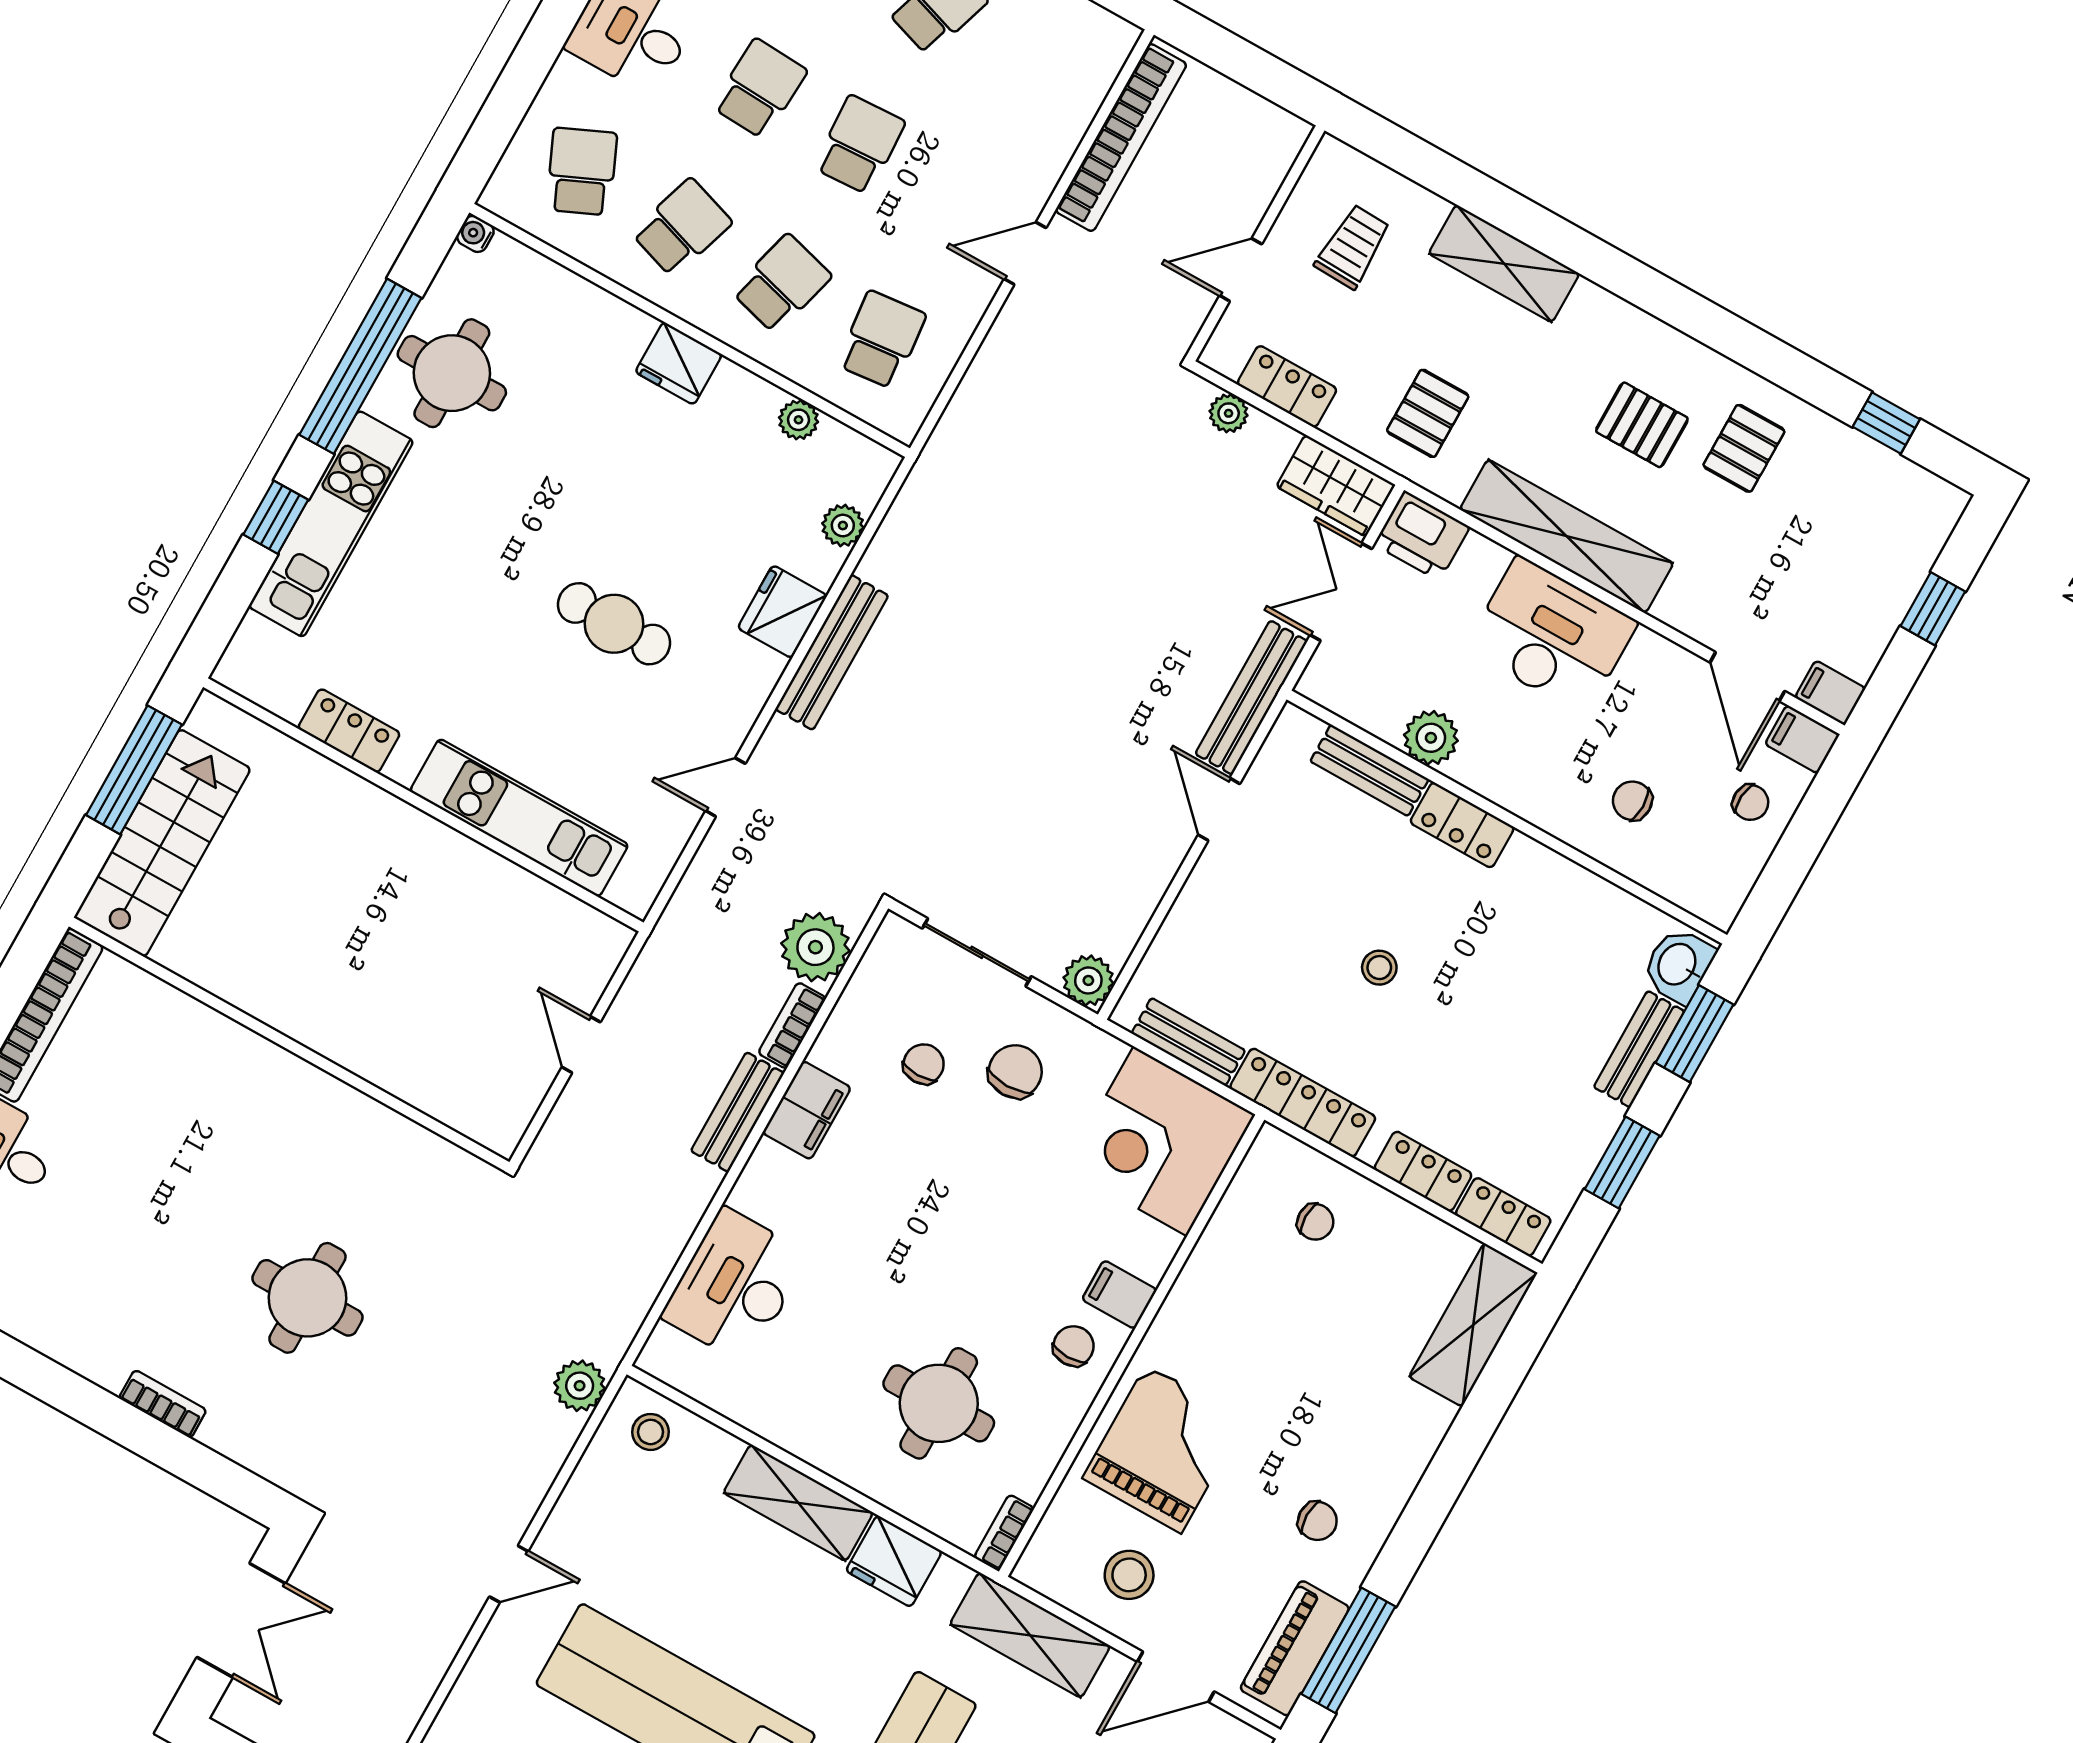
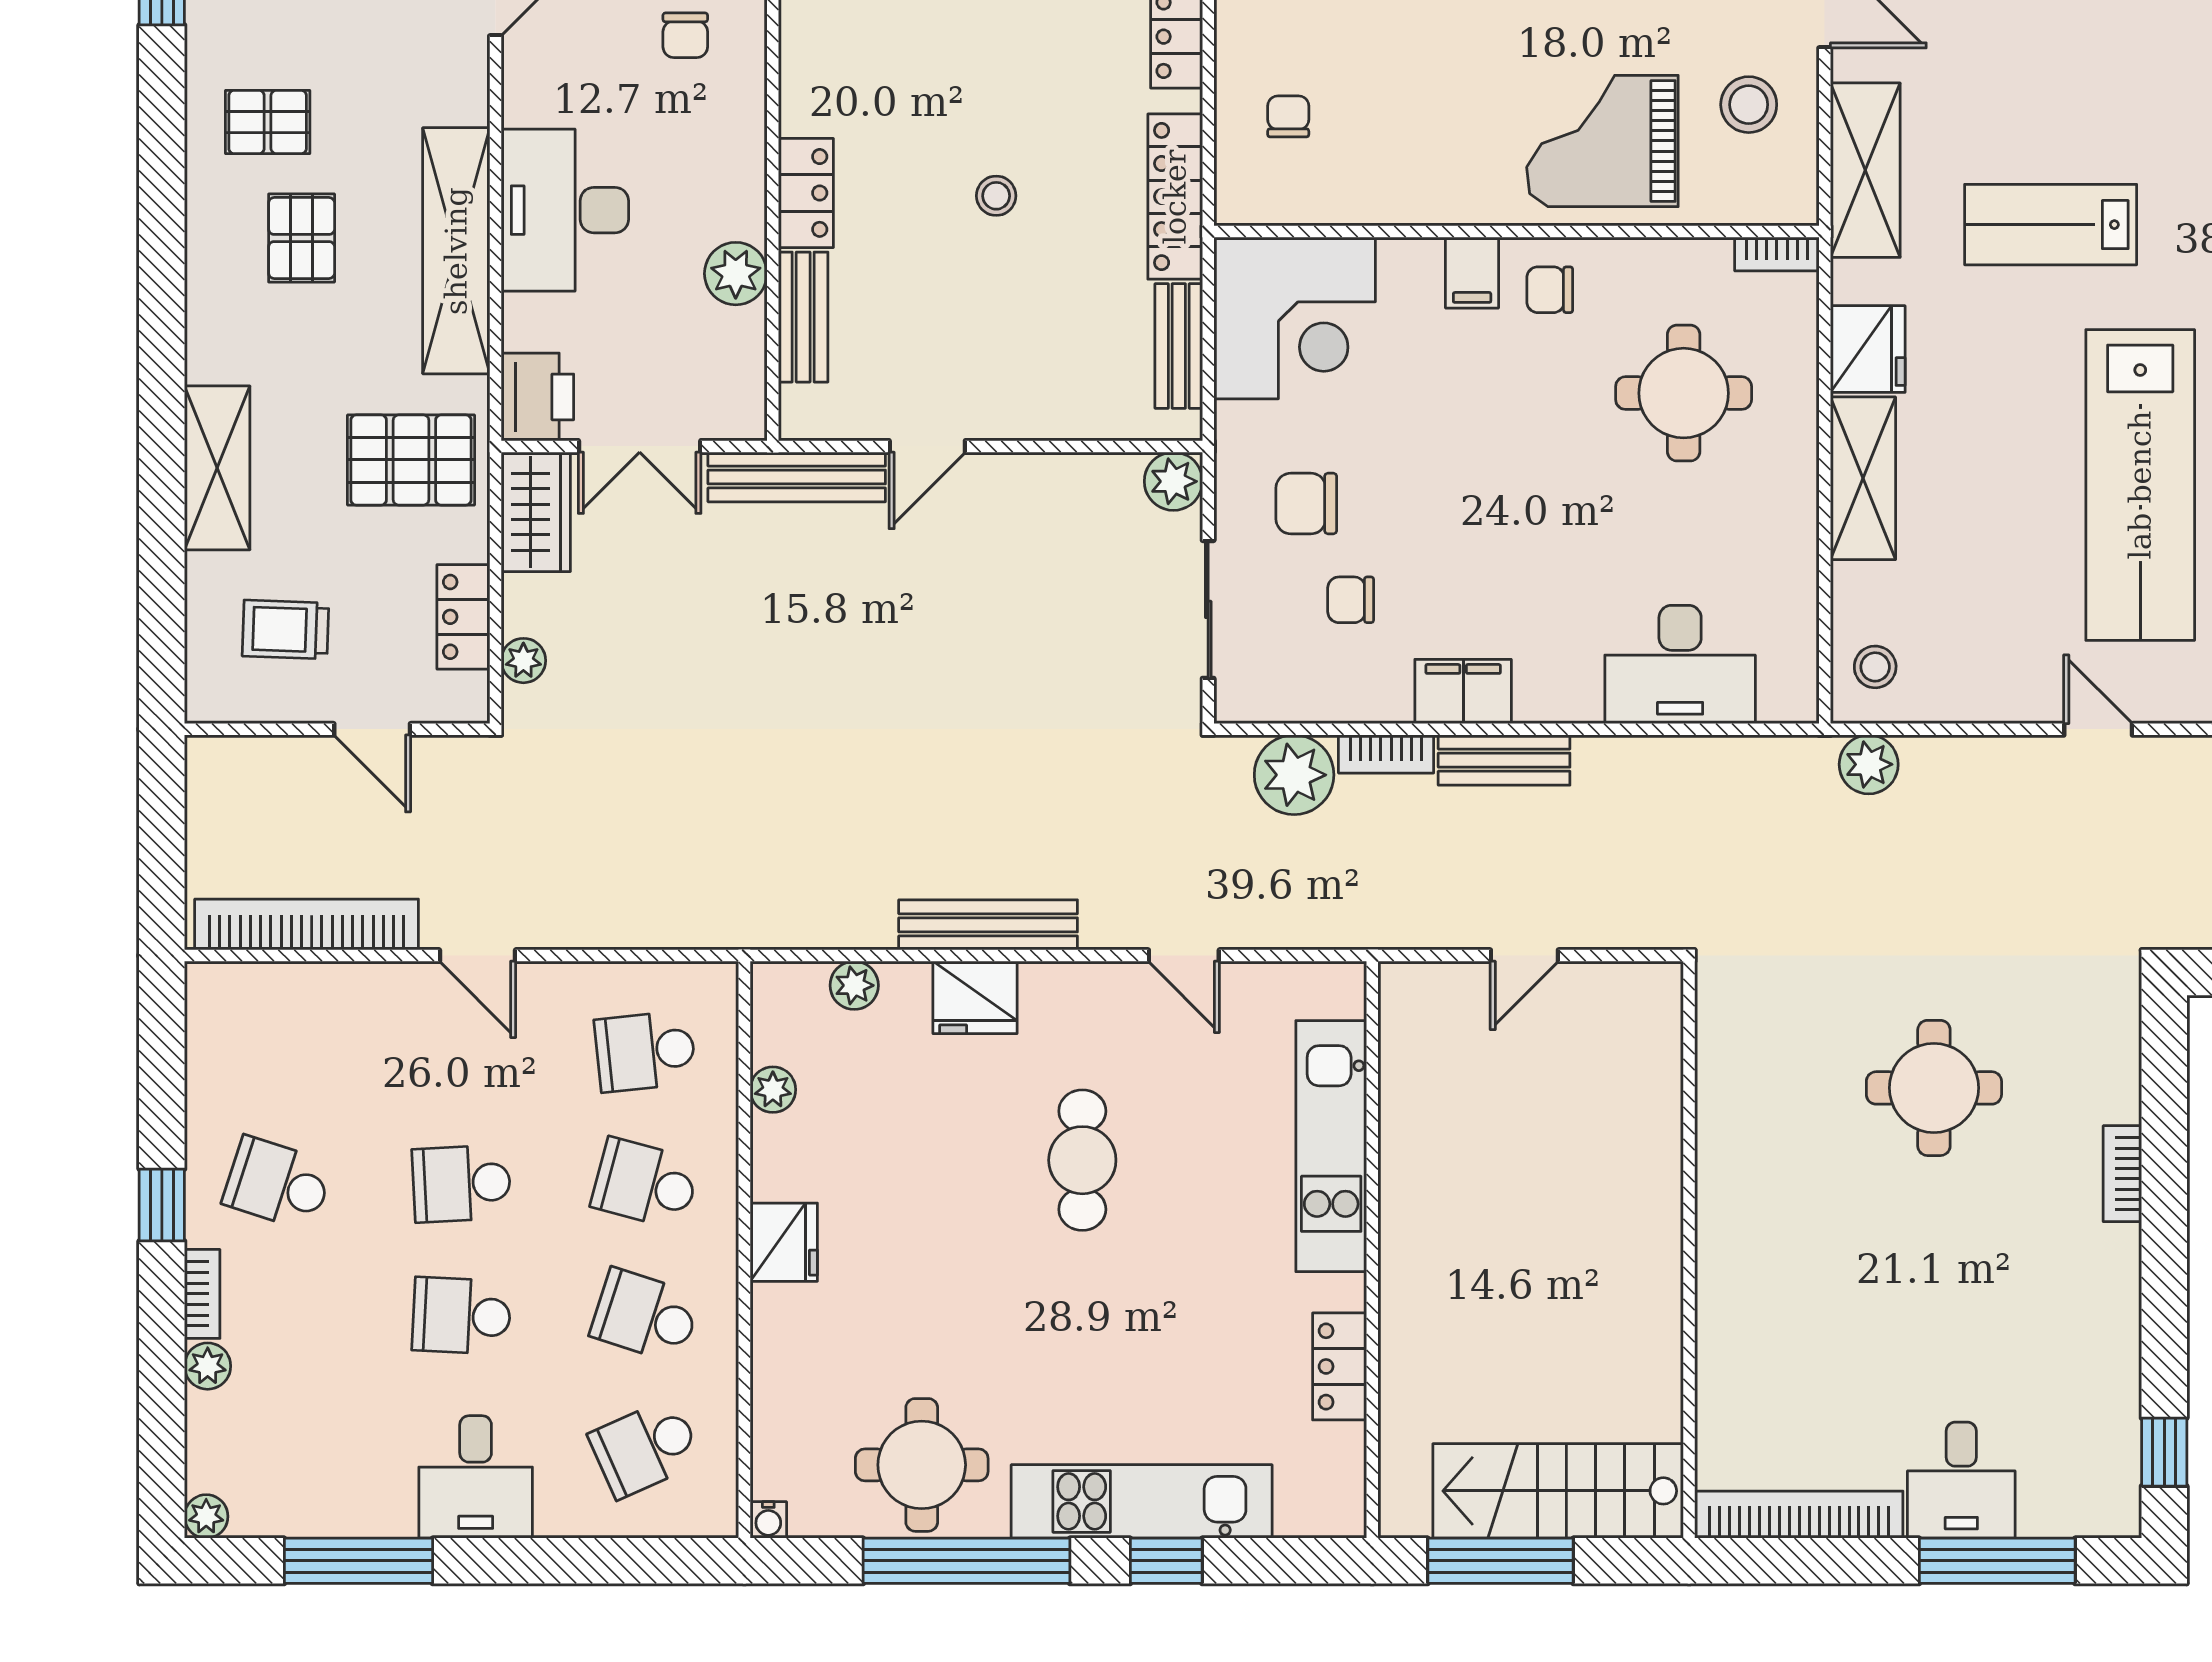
pallet: (1428, 413) -> (411, 460), width x1.50, depth x1.42

